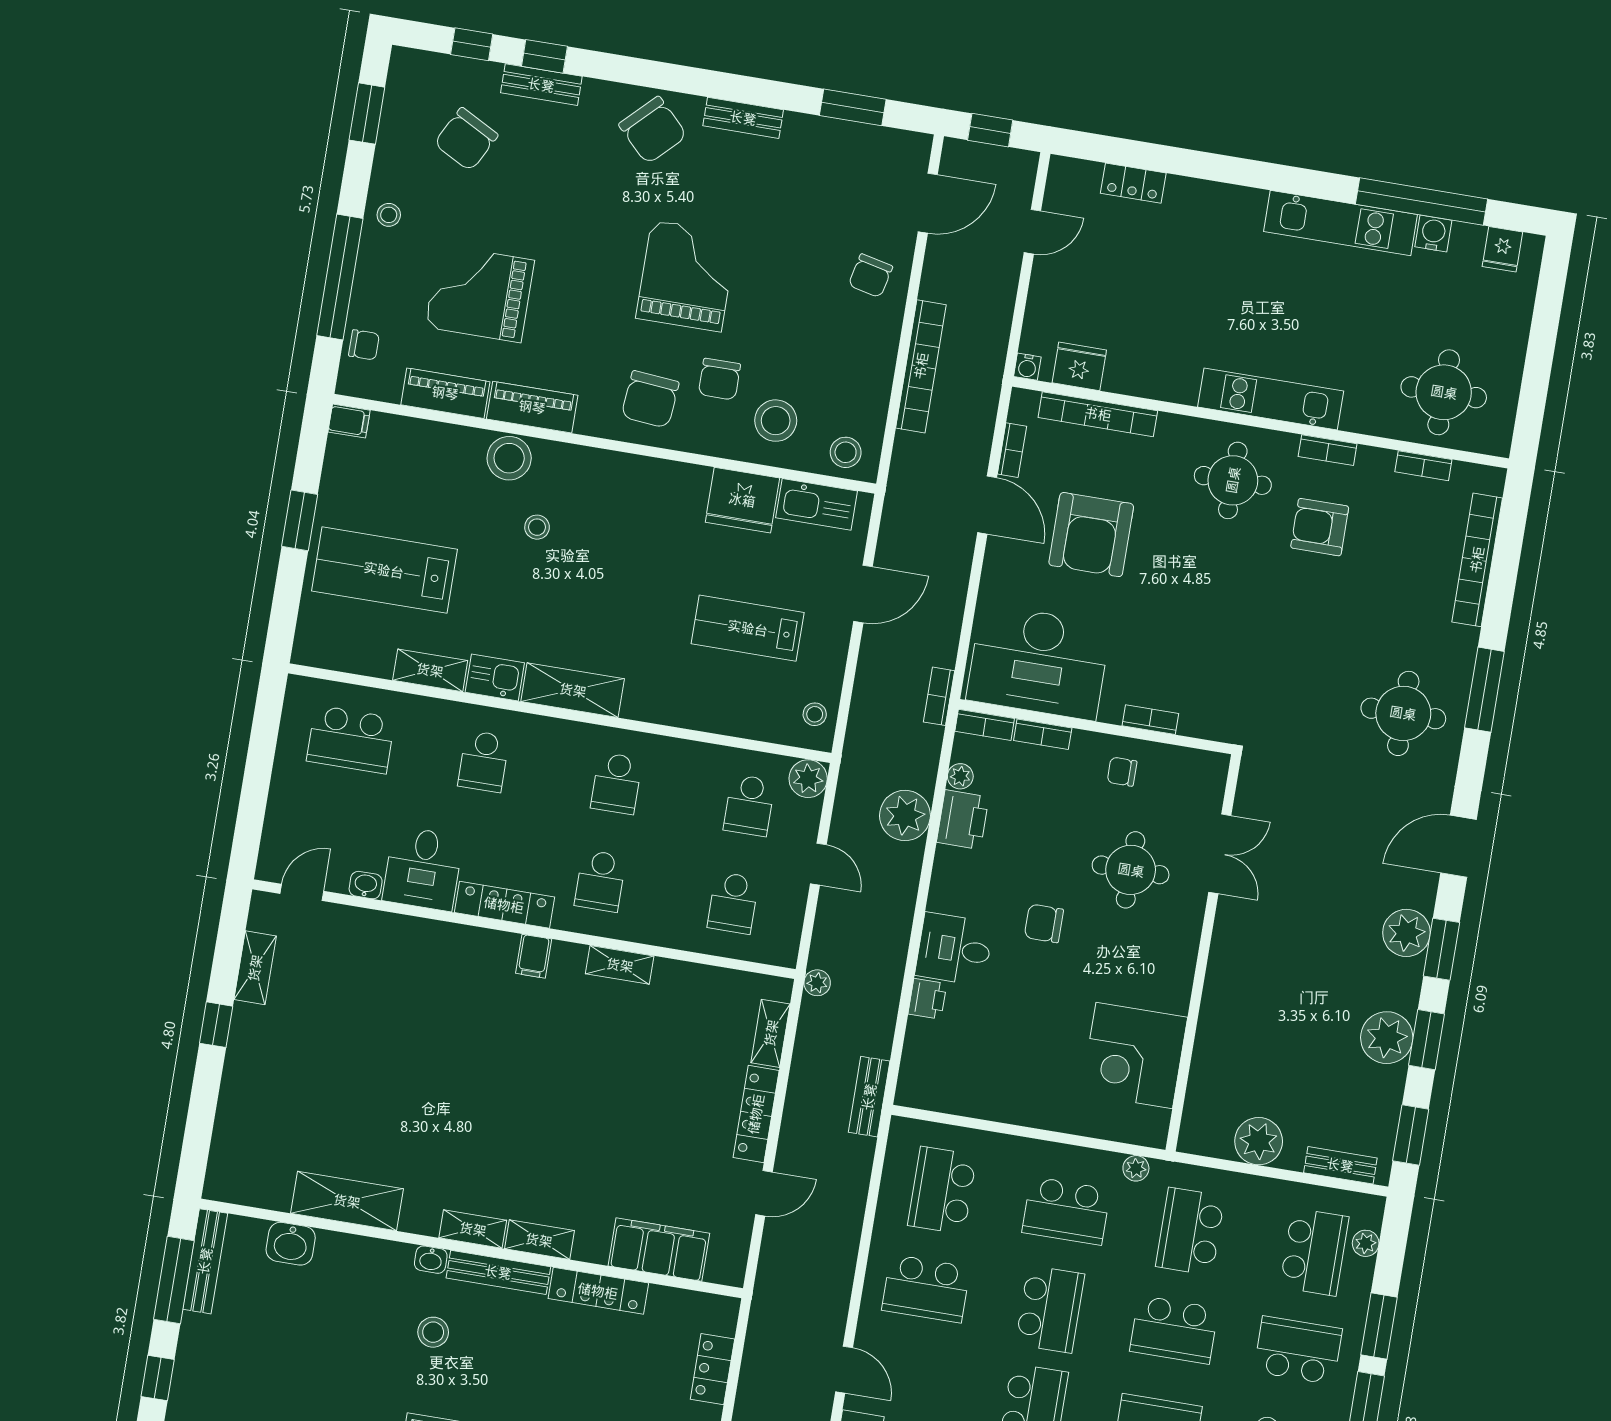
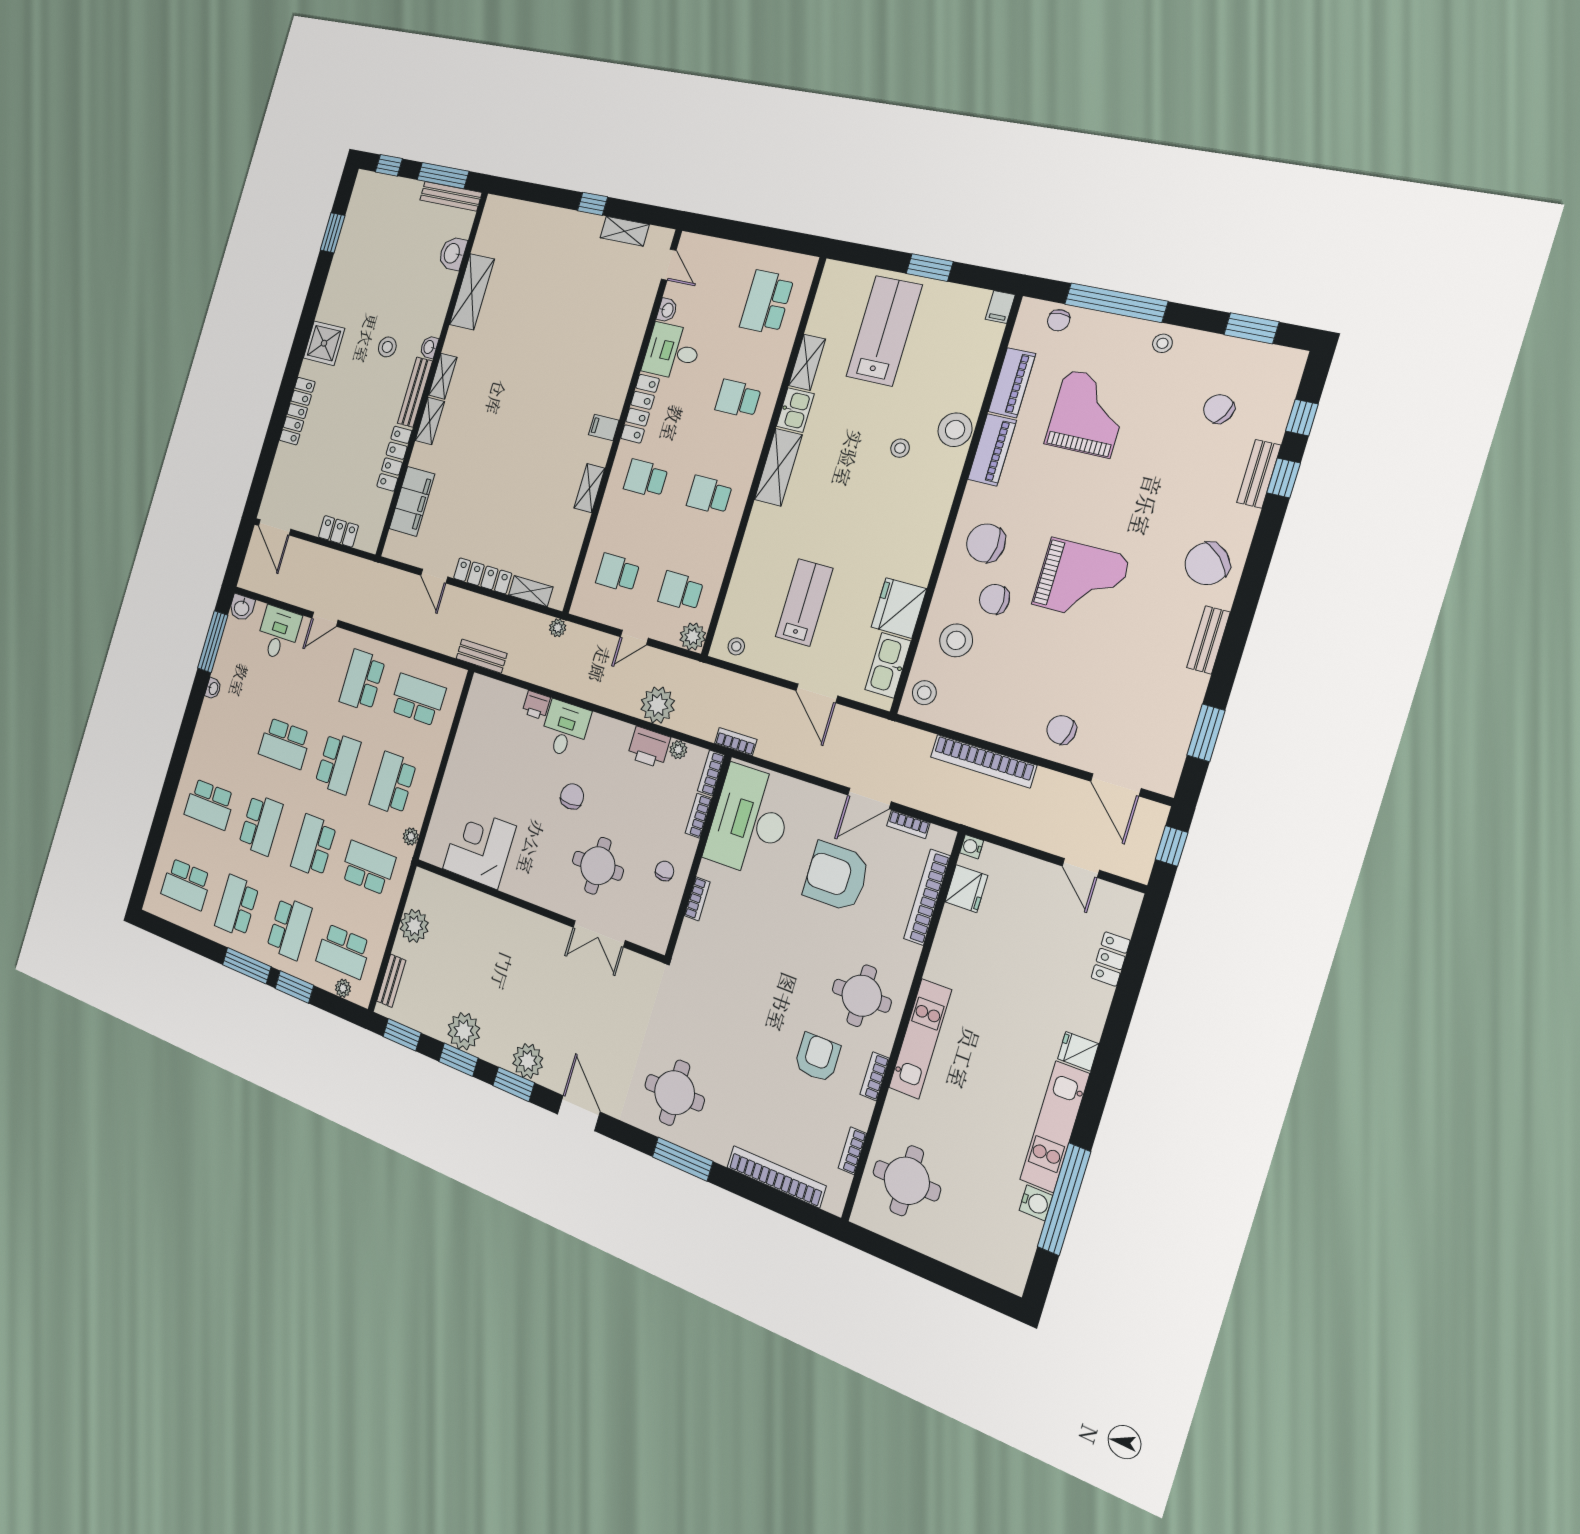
chair: (466, 139) -> (1219, 409), width x0.73, depth x0.73
fridge: (1502, 249) -> (1078, 1051), moved
school desk: (1050, 1309) -> (338, 763), turned -90

